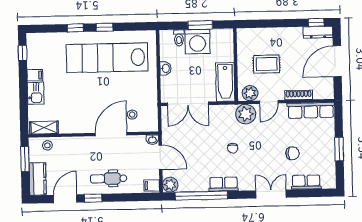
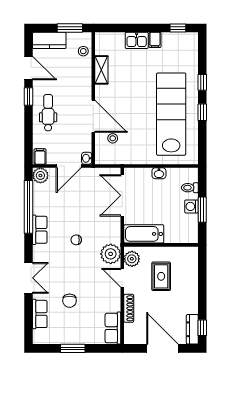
washing machine: (197, 42) -> (191, 206), width x0.53, depth x0.53
row of seats: (311, 110) -> (113, 328), width x0.68
shelving: (44, 128) -> (101, 70), moved

